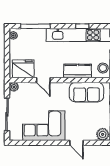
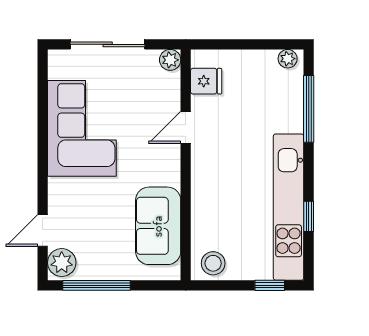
fridge: (23, 69) -> (206, 81), width x0.53, depth x0.75
kitchen counter: (78, 71) -> (206, 205), removed
door: (76, 143) -> (43, 231), moved

